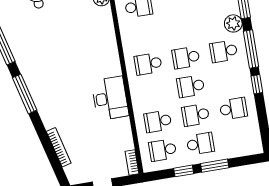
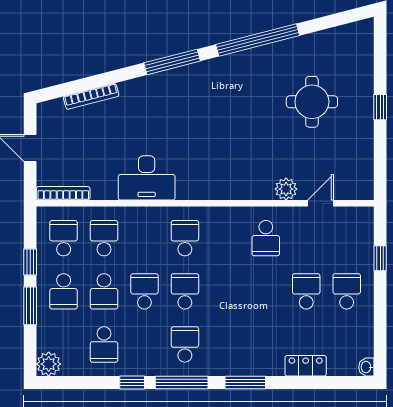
plant: (233, 23) -> (49, 364), moved
school desk: (196, 115) -> (104, 291), turned 180
bookcase: (132, 162) -> (63, 193), width x1.56

